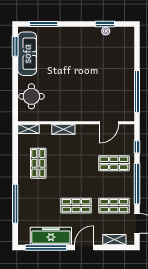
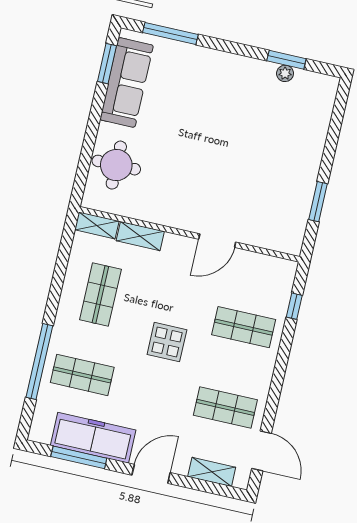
window: (137, 92) -> (318, 202), width x0.47
door: (109, 123) -> (217, 241), moved
shelving: (63, 129) -> (140, 236), moved
display table: (77, 179) -> (167, 342), added
window: (137, 184) -> (278, 376), removed
shop shelf: (76, 206) -> (82, 375), moved
window: (46, 247) -> (79, 457), width x0.68

